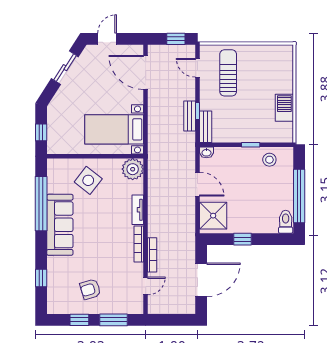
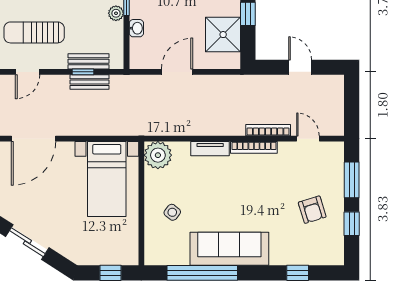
bench: (206, 127) -> (89, 61), moved
plant: (243, 137) -> (116, 13), added
washbasin: (206, 152) -> (136, 28), moved
side table: (88, 180) -> (172, 212), width x0.54, depth x0.54
shower: (213, 216) -> (223, 35), moved
door: (201, 280) -> (300, 67), width x0.53

